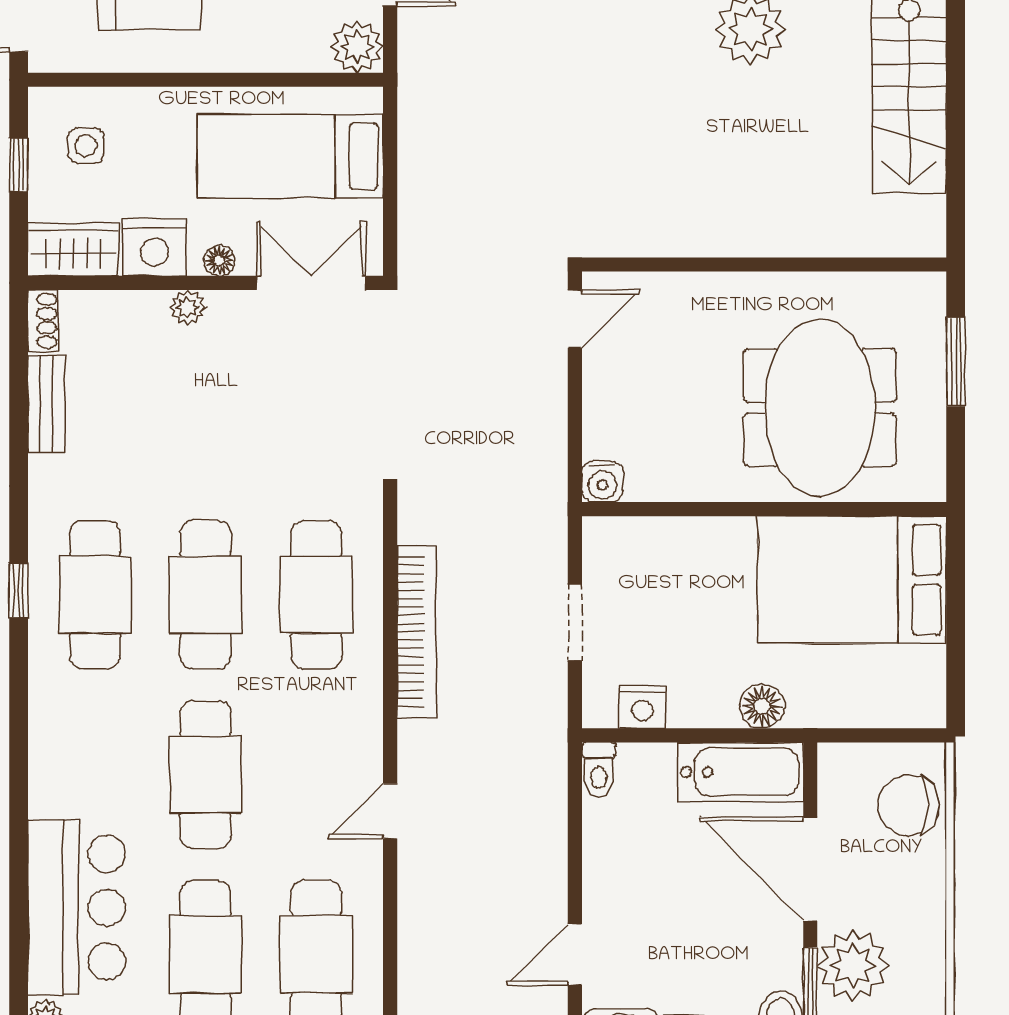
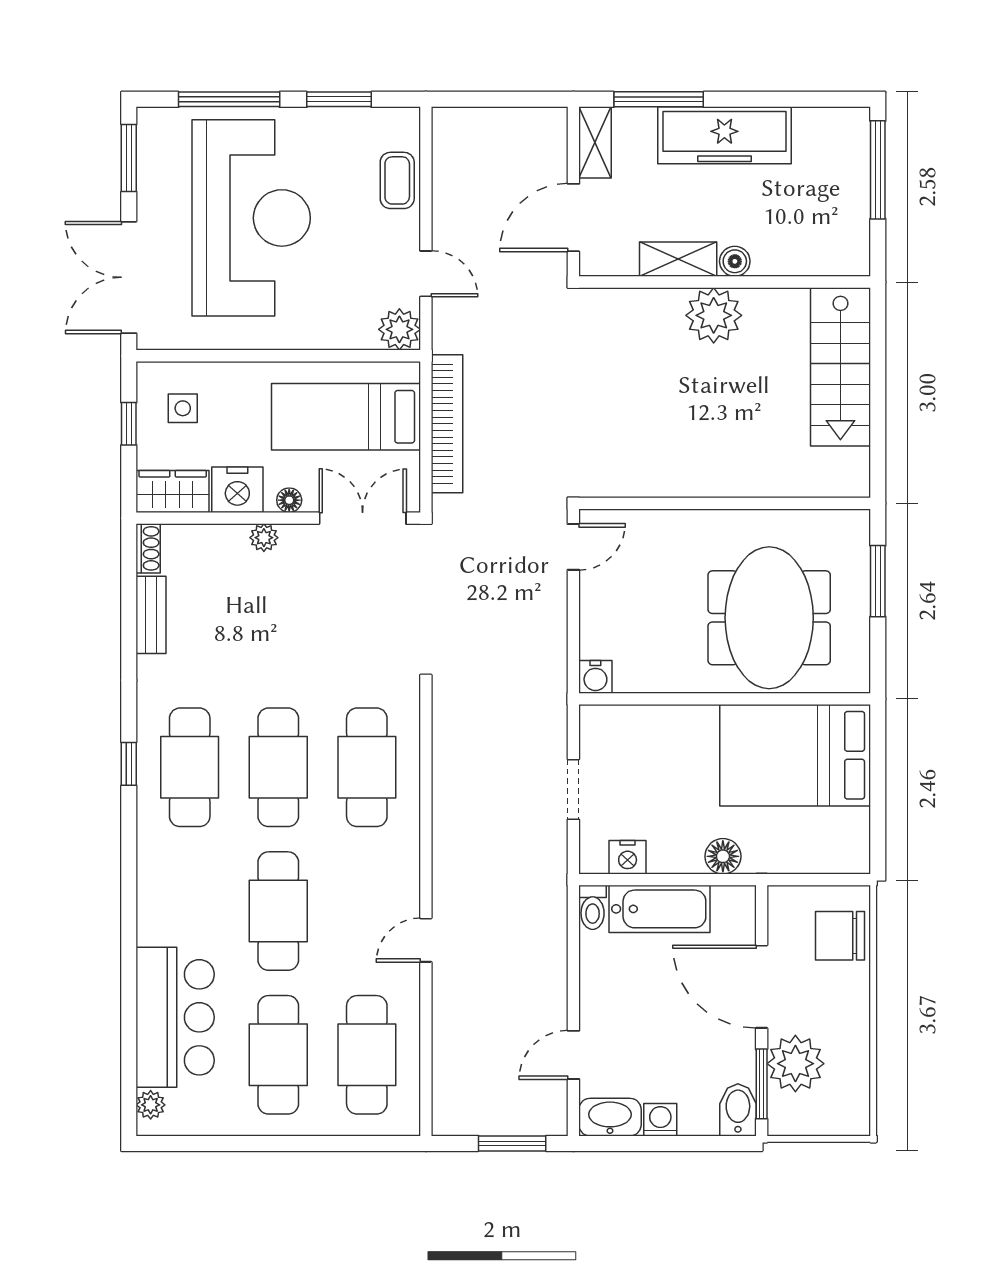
bookcase: (417, 632) -> (447, 424), moved
bathtub: (740, 772) -> (659, 909), moved

